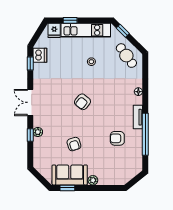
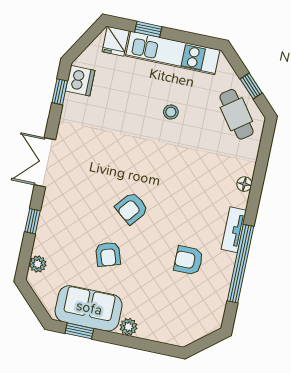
window: (123, 31) -> (251, 86), moved
armchair: (82, 102) -> (132, 208), moved
plant: (38, 132) -> (38, 264), moved

